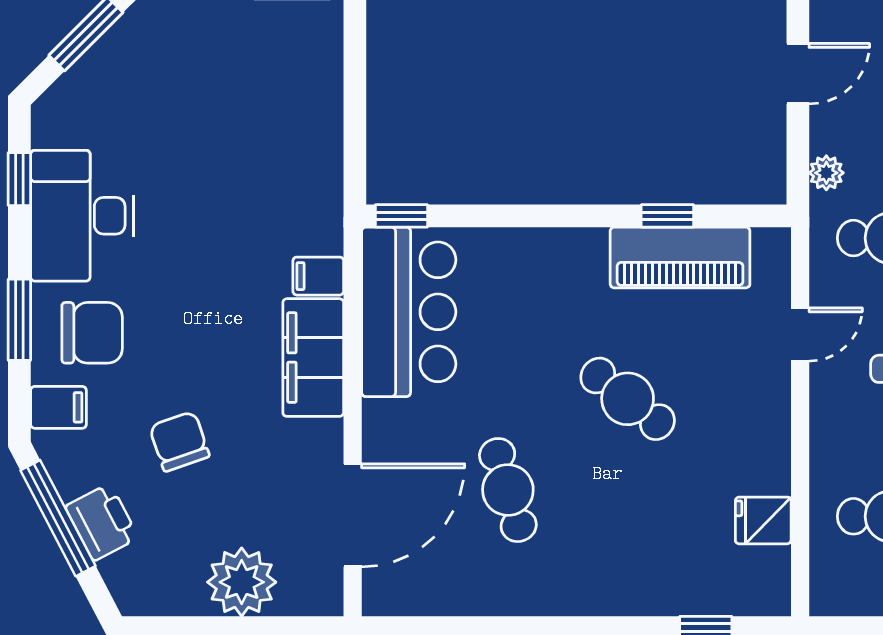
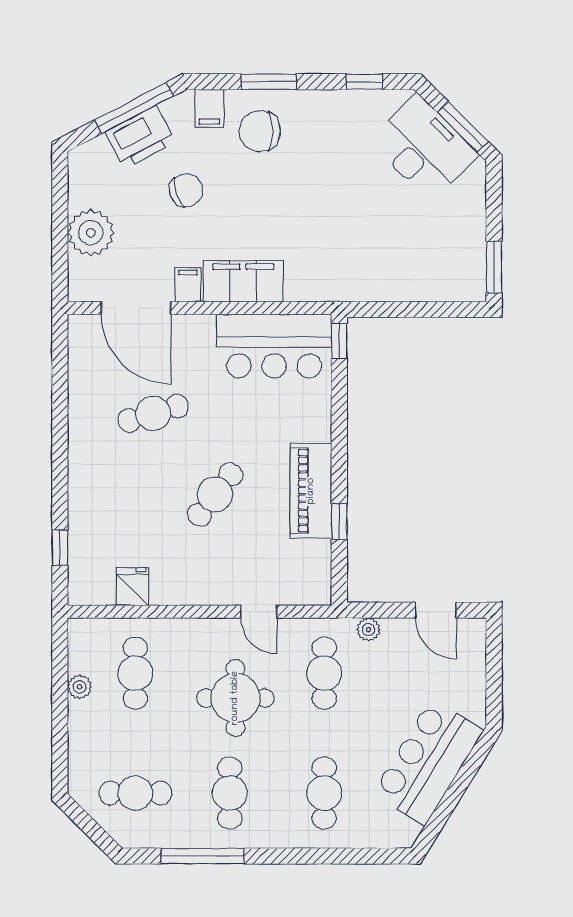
desk: (82, 216) -> (424, 148), moved, turned 45
piano: (680, 257) -> (311, 491), moved
filing cabinet: (318, 276) -> (188, 285), moved
chair: (92, 333) -> (260, 131), turned 90
printer: (102, 522) -> (140, 137), width x1.37, depth x1.19

